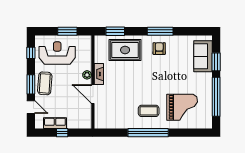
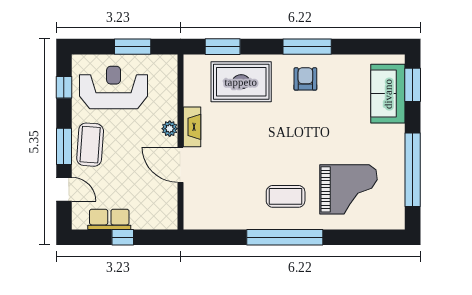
window: (216, 62) -> (413, 85), moved

